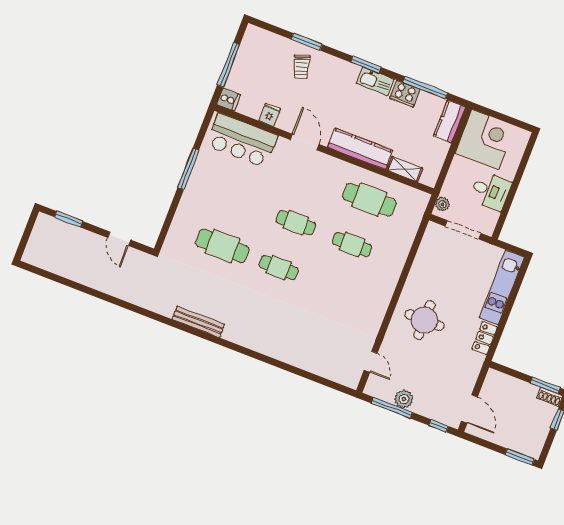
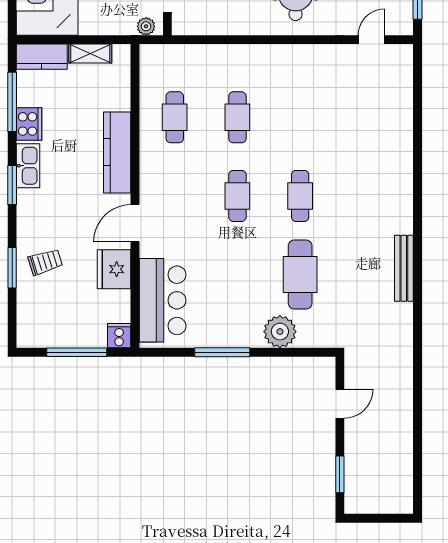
fridge: (270, 115) -> (114, 269), width x1.88, depth x1.34
shelving: (405, 169) -> (90, 54), moved, turned 90
cafe table: (369, 200) -> (175, 117), width x0.73, depth x0.74
plant: (187, 216) -> (280, 332), added

